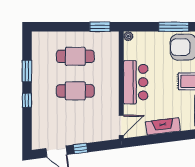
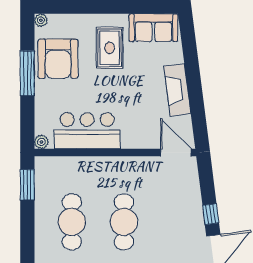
bar counter: (136, 82) -> (87, 131), moved

